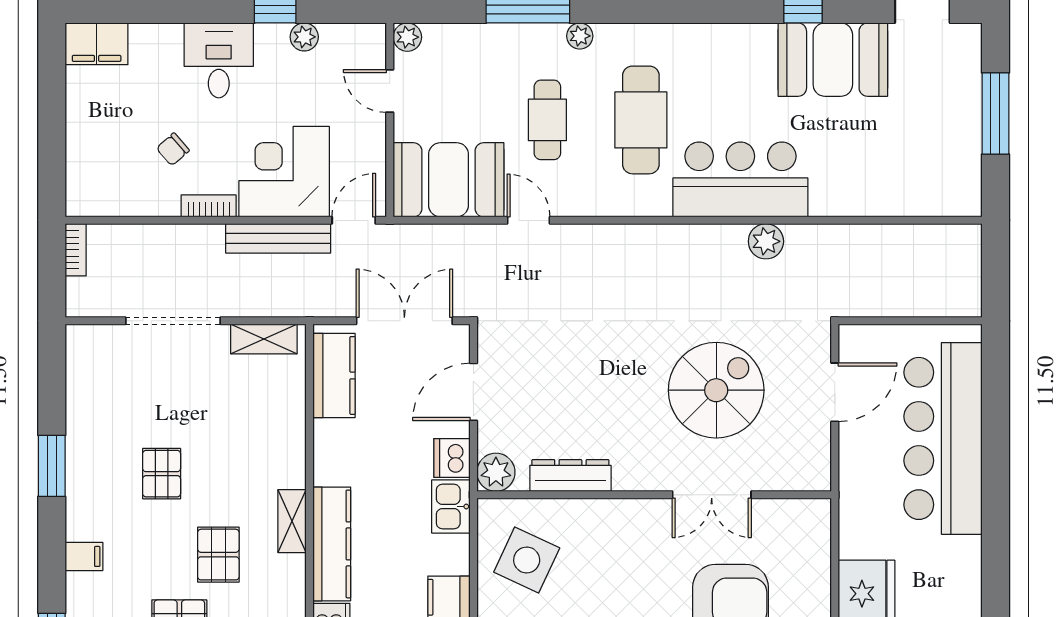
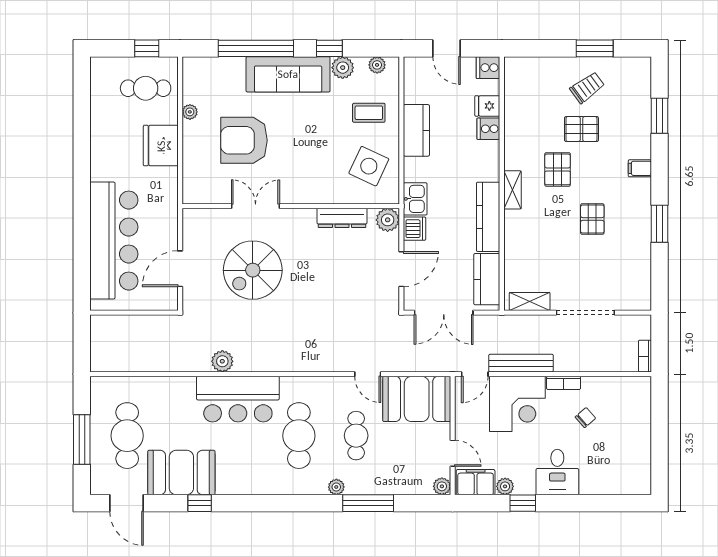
filing cabinet: (97, 44) -> (476, 482), moved
cafe table: (921, 120) -> (127, 436), added
kitchen counter: (332, 544) -> (488, 217), moved

